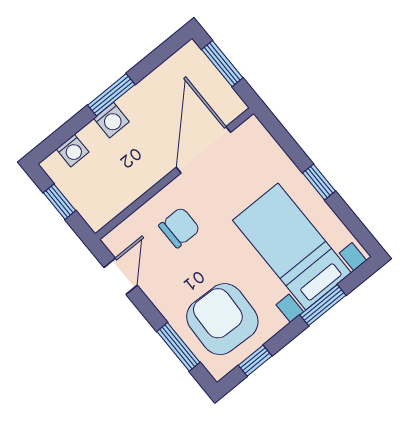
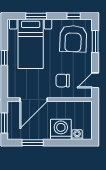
window: (111, 95) -> (33, 143), moved
washing machine: (111, 120) -> (61, 129), width x1.89, depth x1.89
window: (60, 202) -> (95, 121), removed

